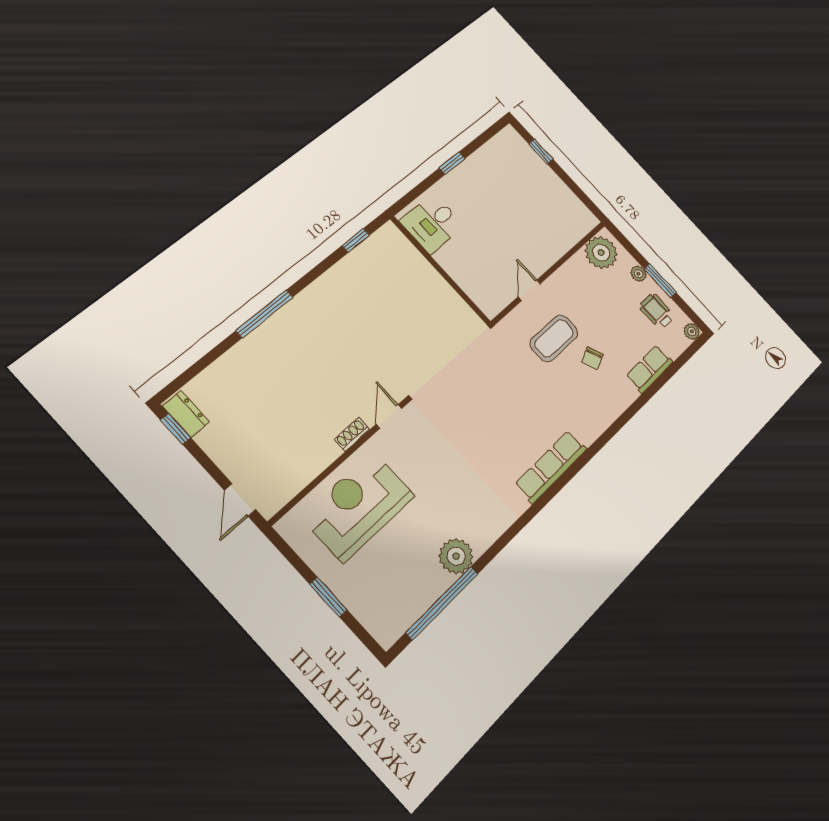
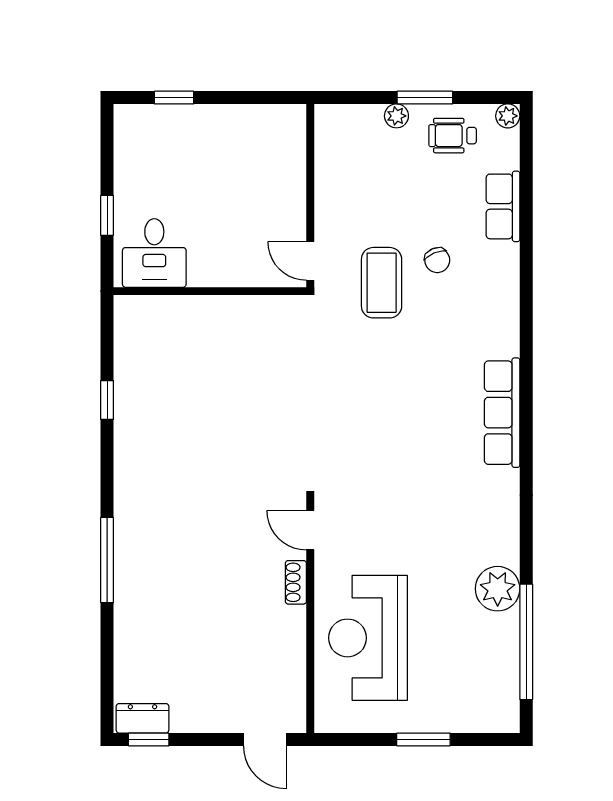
desk: (432, 223) -> (154, 253), moved
plant: (601, 253) -> (338, 137), removed
wall: (440, 270) -> (210, 291), moved

